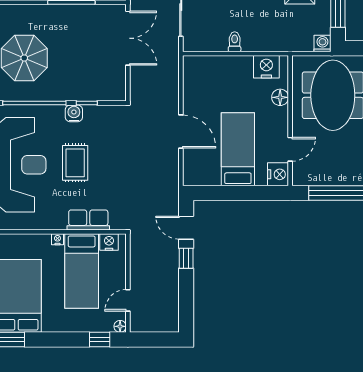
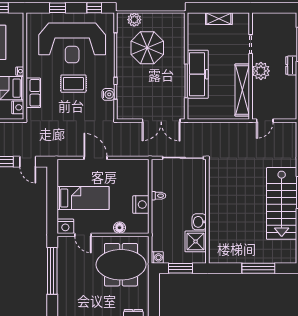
nightstand: (266, 67) -> (141, 205), moved
water cooler: (74, 113) -> (108, 94), moved
door: (181, 132) -> (95, 158), swing flipped
door: (186, 228) -> (28, 162), swing flipped

